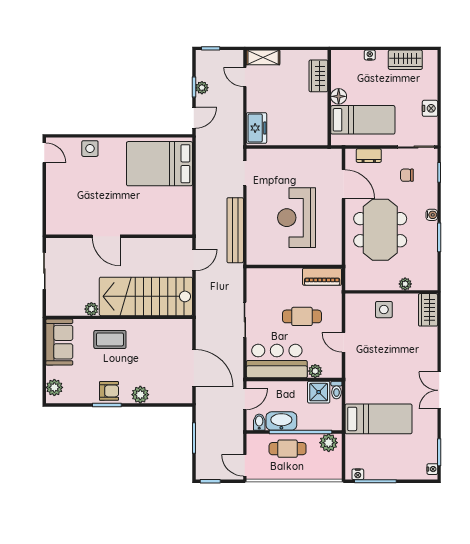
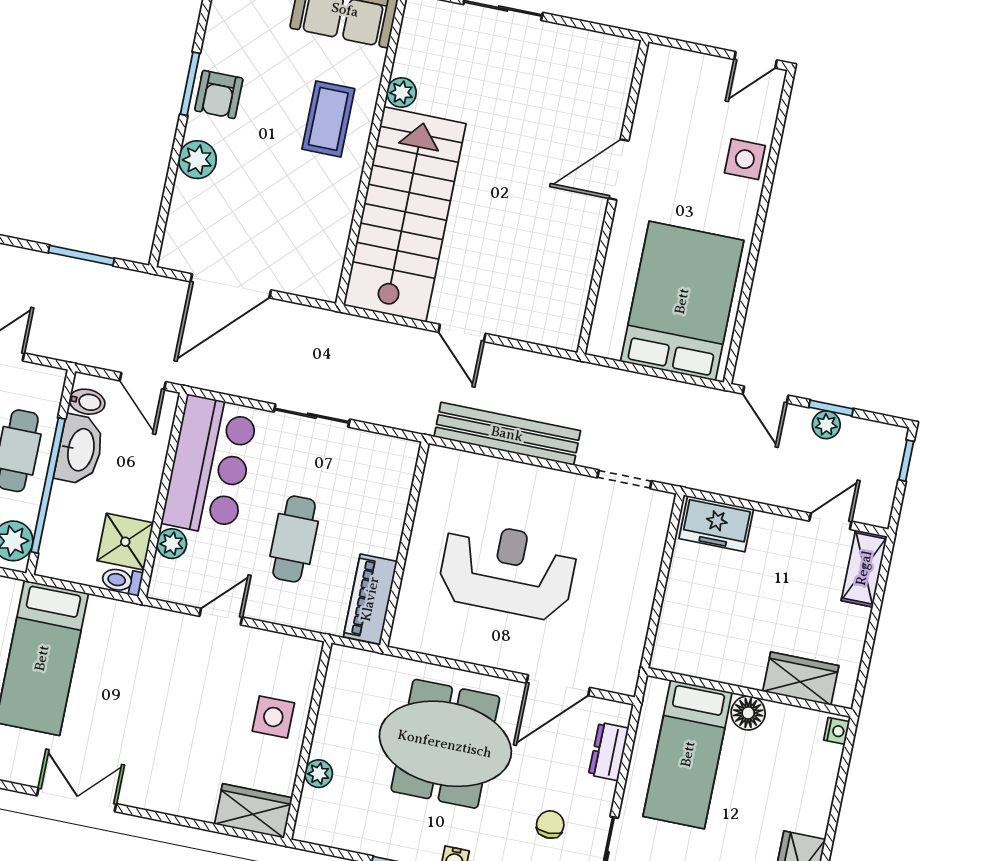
nightstand: (370, 55) -> (837, 731), moved
door: (106, 236) -> (619, 170), moved
wall: (119, 236) -> (613, 197), moved

